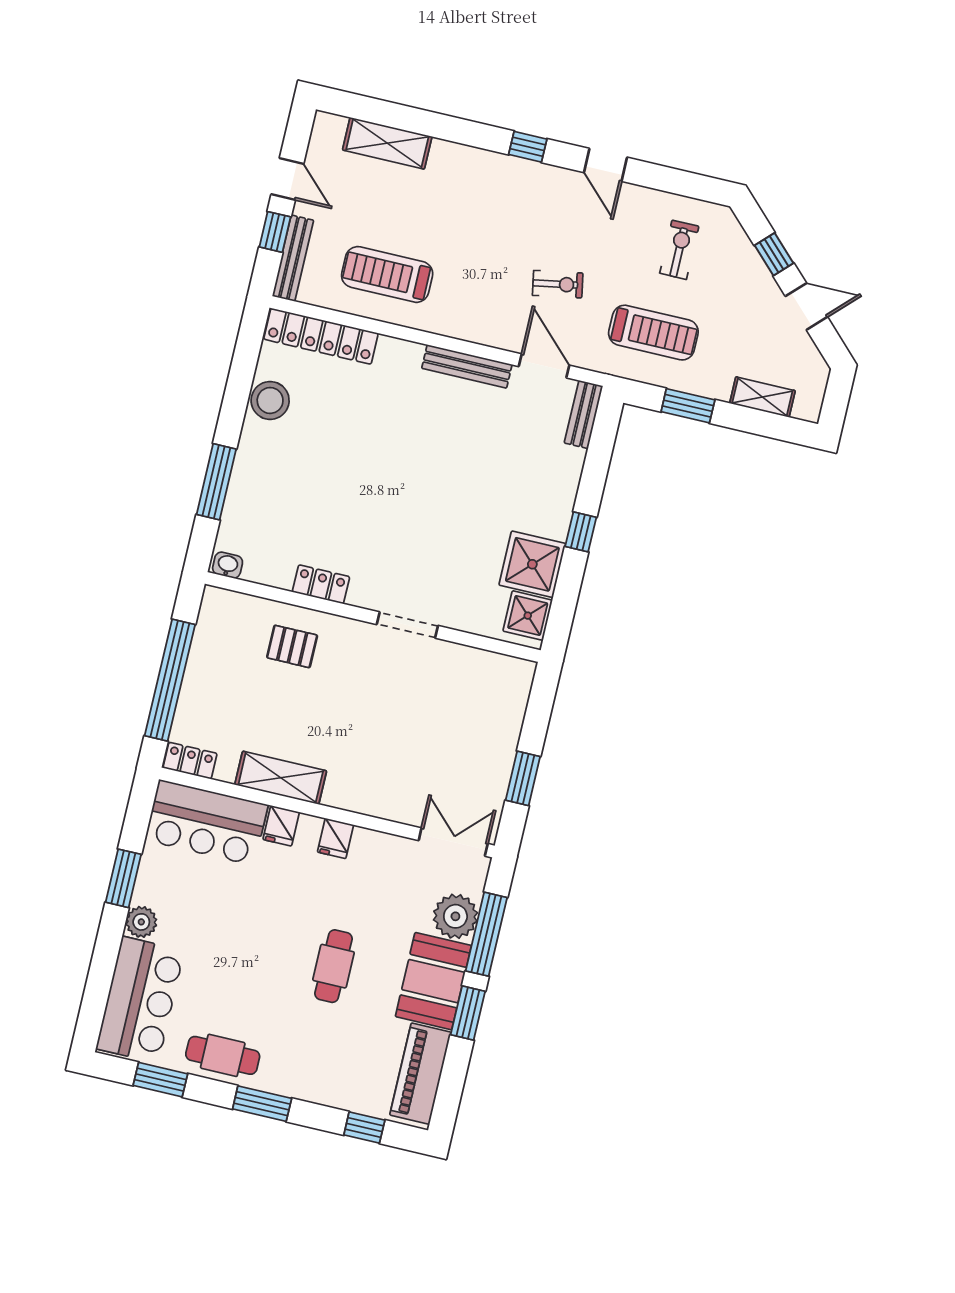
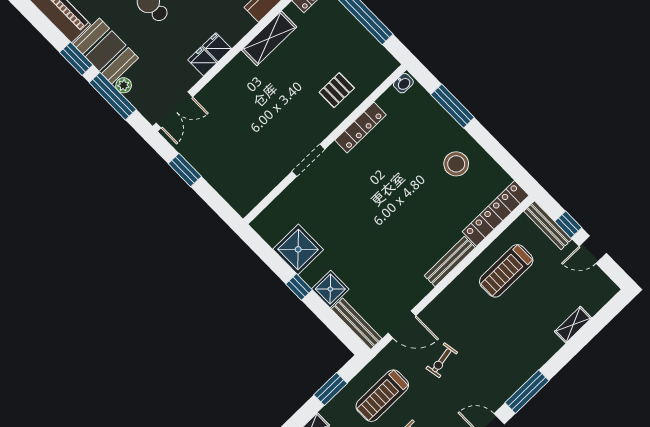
shelving: (387, 143) -> (573, 325), width x0.67, depth x0.75
window: (528, 147) -> (527, 392), width x2.17
treadmill: (387, 274) -> (506, 271), turned 180
bench: (467, 366) -> (450, 262), moved
stool: (270, 400) -> (456, 164), moved
bench: (583, 414) -> (357, 324), width x1.36
locker: (321, 584) -> (361, 127), width x1.53
shower: (528, 616) -> (330, 289), moved
fridge: (281, 826) -> (202, 61), moved
plant: (455, 916) -> (124, 85), width x0.53, depth x0.53

